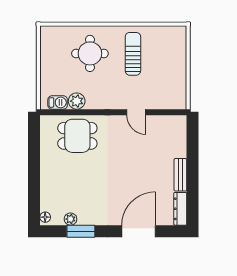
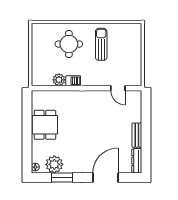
barbecue: (58, 102) -> (73, 81), moved
door: (136, 112) -> (118, 88), moved
dining table: (77, 136) -> (45, 125), moved, turned 90
plant: (71, 219) -> (54, 164), width x1.88, depth x1.88

